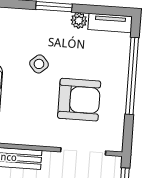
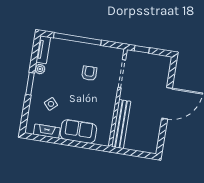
side table: (39, 64) -> (51, 104), moved
armchair: (79, 100) -> (89, 73), width x0.53, depth x0.53

